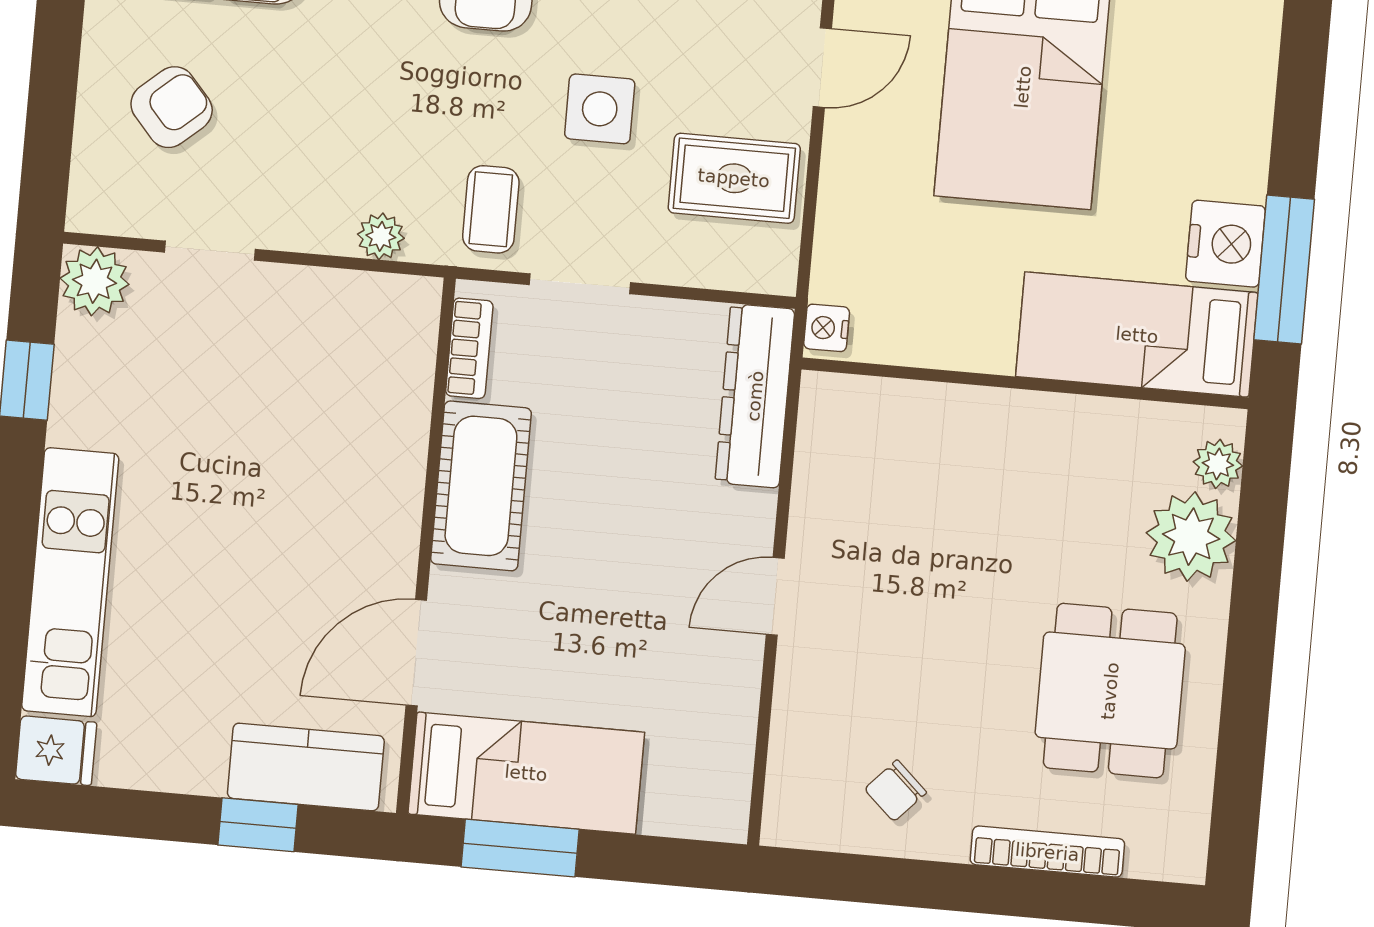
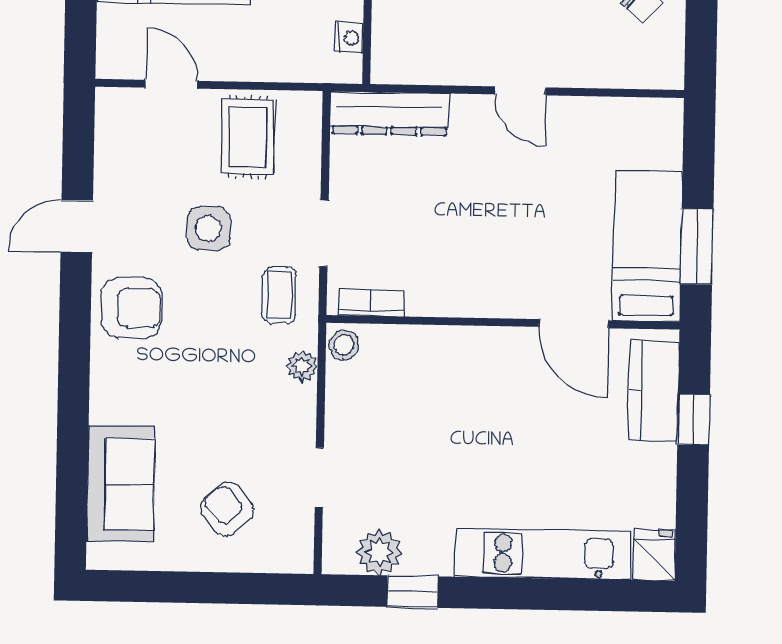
coffee table: (491, 209) -> (279, 295), turned 90
plant: (95, 281) -> (379, 552), moved
stool: (408, 302) -> (344, 345), added
nightstand: (827, 328) -> (349, 38), moved, turned -90
cot: (481, 486) -> (461, 289), removed

